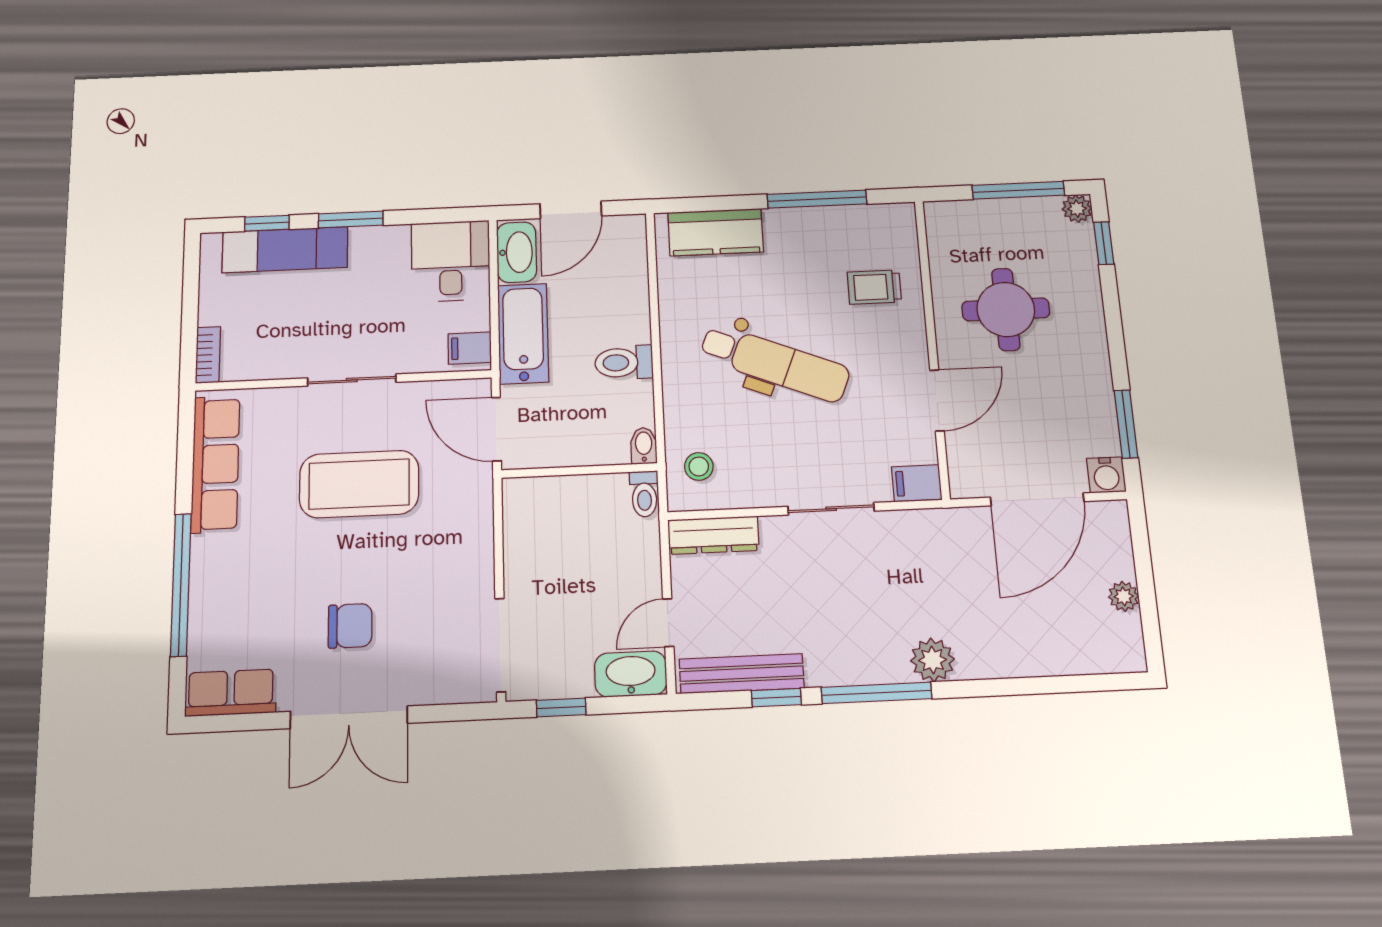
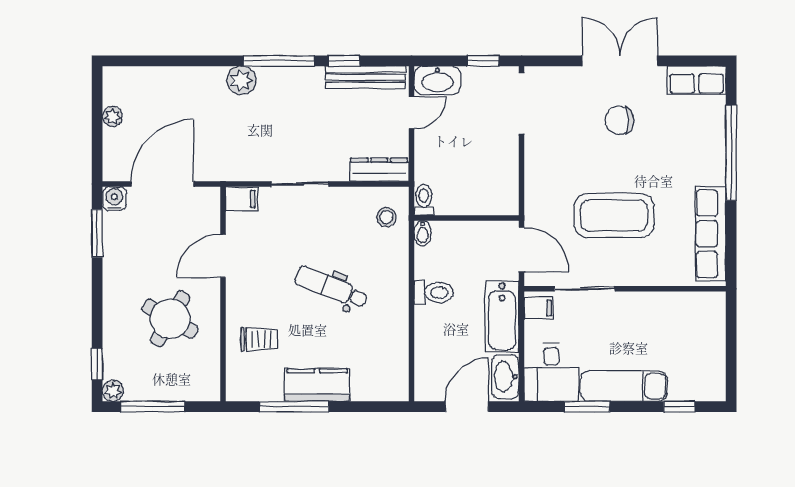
window: (351, 220) -> (587, 407), moved
kitchen counter: (716, 232) -> (317, 385), moved
exam couch: (285, 250) -> (624, 386), moved
round table: (1006, 309) -> (170, 319), turned 30
bookcase: (208, 355) -> (718, 311), removed
dental chair: (775, 363) -> (331, 287), width x0.73, depth x0.72
sliding door: (352, 380) -> (585, 289), moved

